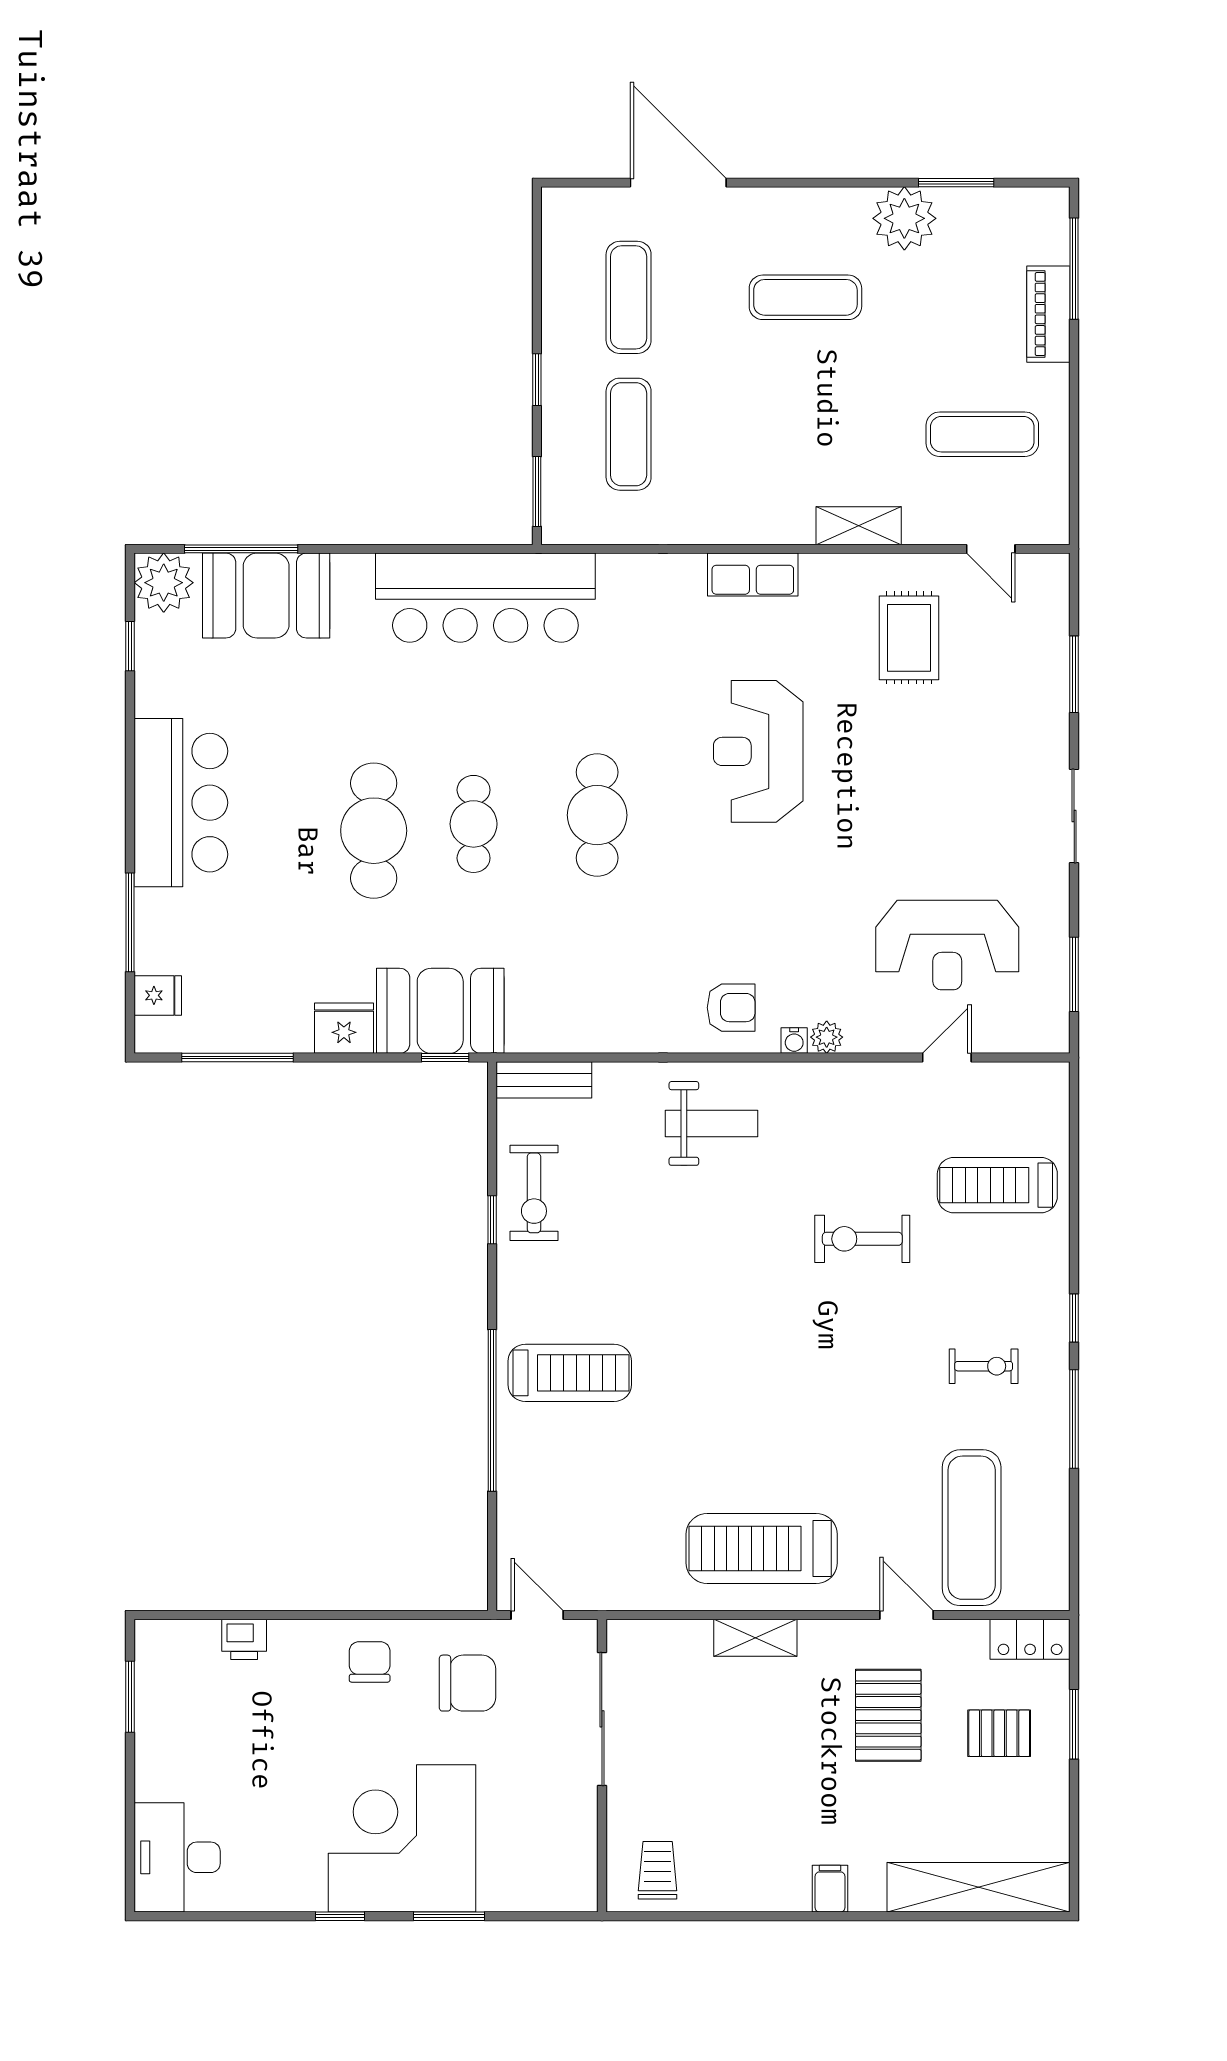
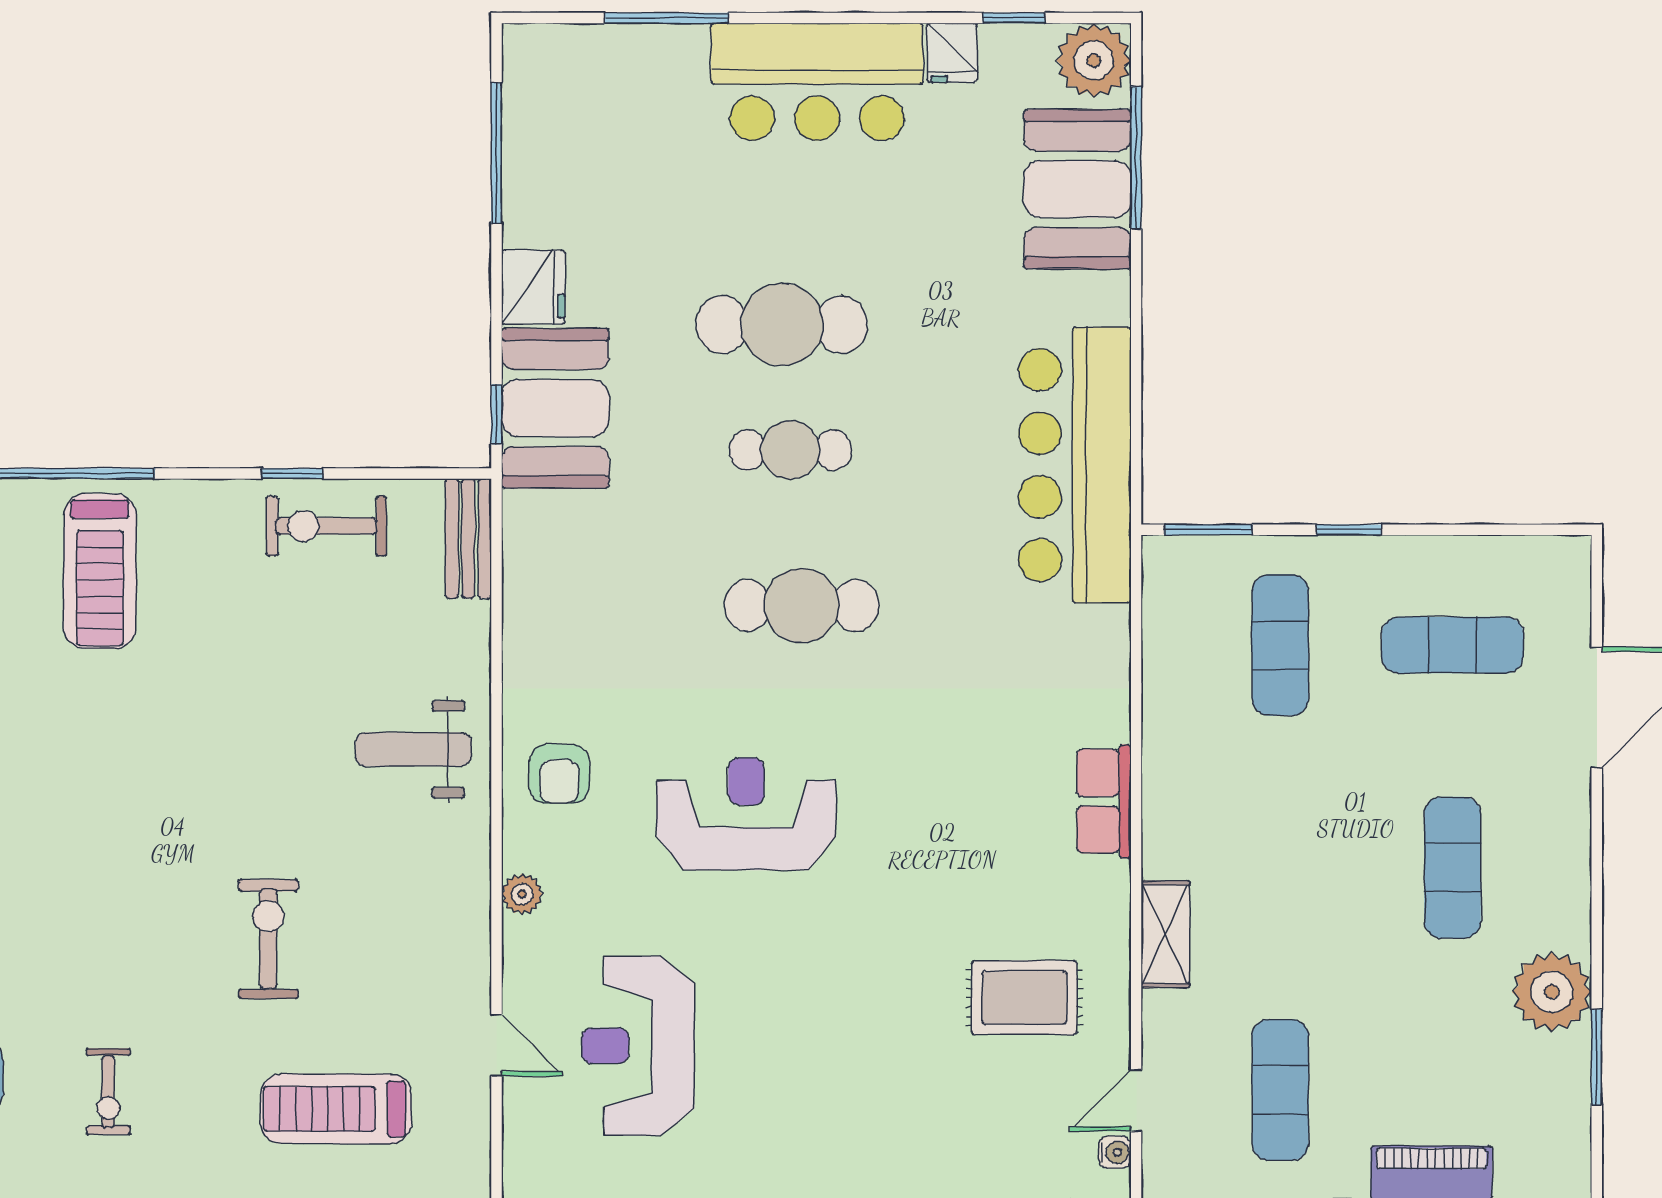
exercise mat: (629, 434) -> (1280, 645), turned 90
reception desk: (758, 751) -> (746, 814), moved
fridge: (158, 995) -> (952, 53), moved
water cooler: (794, 1041) -> (1115, 1152), moved, turned 180
weight bench: (711, 1123) -> (413, 749), turned 90
treadmill: (997, 1185) -> (336, 1109), turned -90

